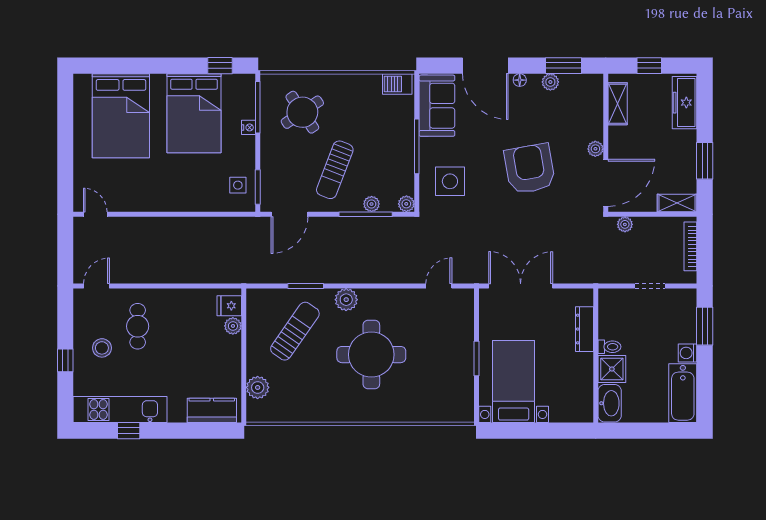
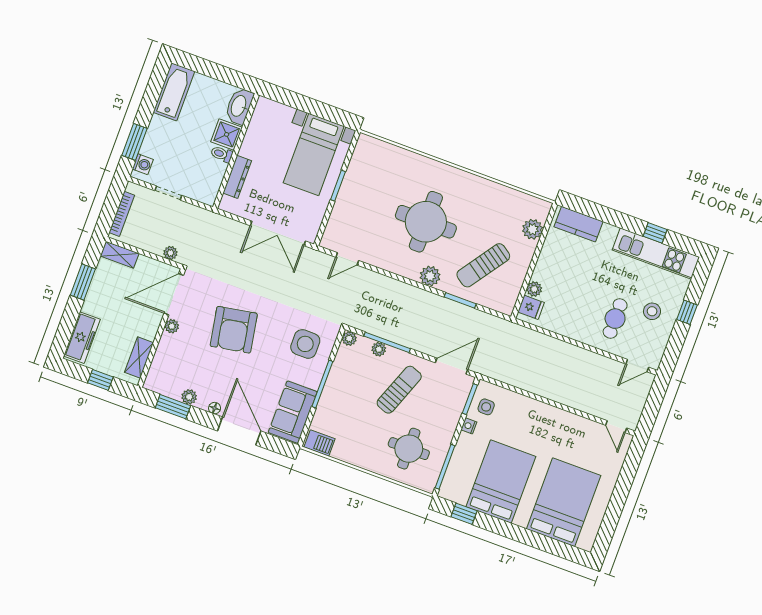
round table: (302, 112) -> (409, 449), turned 34
nightstand: (248, 127) -> (469, 426), moved
washing machine: (688, 353) -> (143, 164), moved

